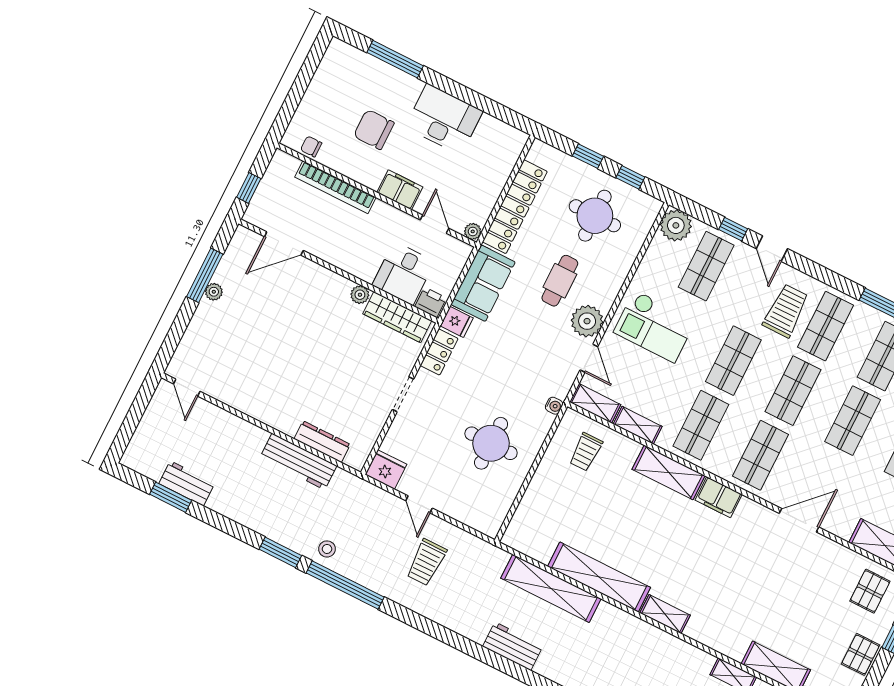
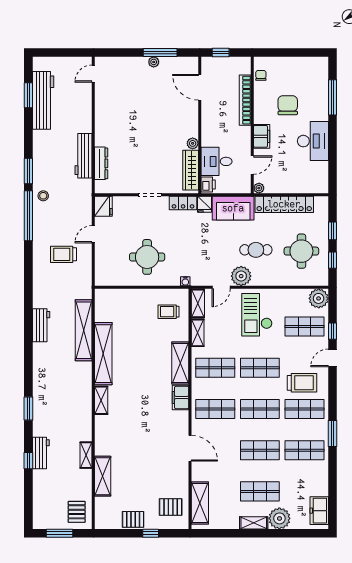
workbench: (187, 483) -> (43, 100), width x1.88, depth x1.32

